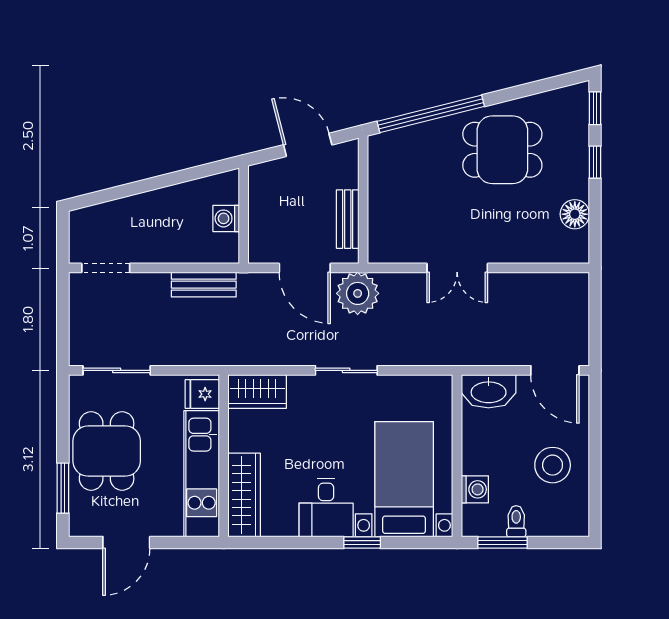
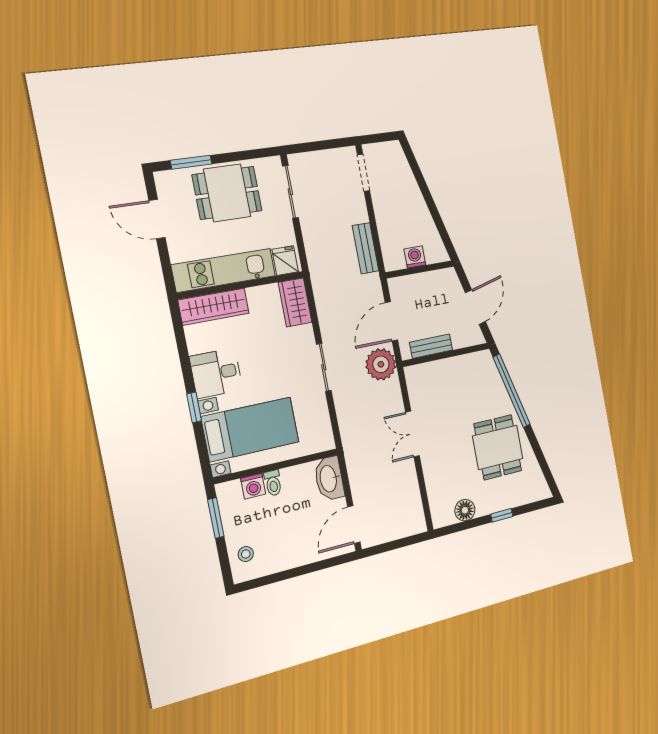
window: (595, 108) -> (536, 506), removed
stool: (553, 465) -> (246, 554), moved, width x0.53, depth x0.53
toilet: (516, 521) -> (273, 483), moved, turned 90

